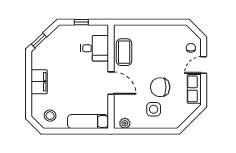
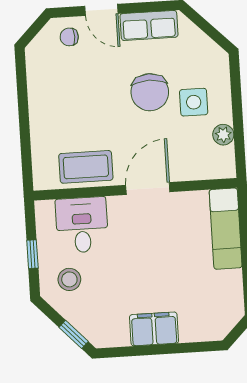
stool: (50, 116) -> (69, 279), moved
plant: (125, 123) -> (223, 135), moved

